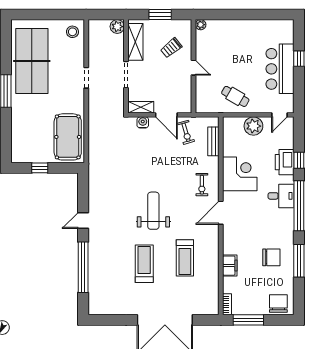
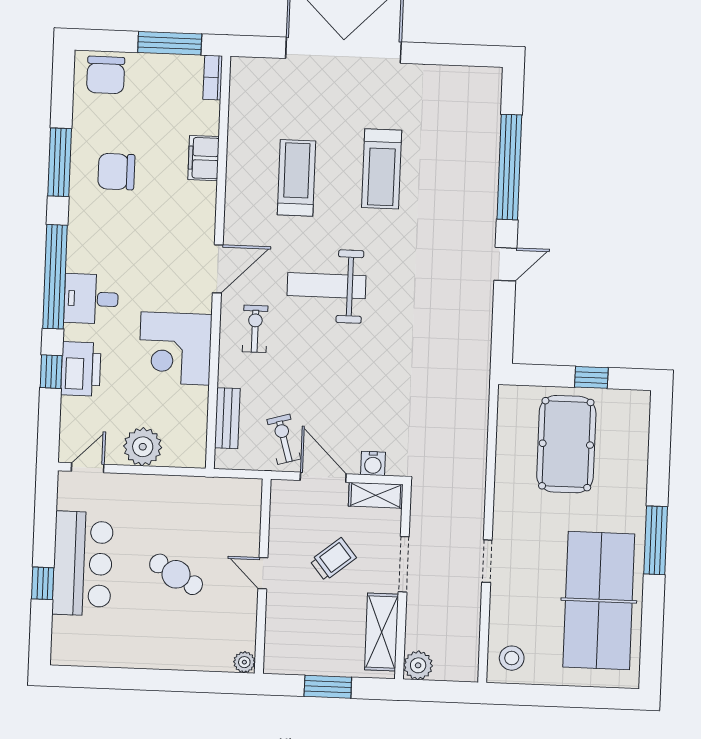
trolley: (171, 48) -> (333, 559), moved
cafe table: (235, 96) -> (176, 574), moved
pool table: (68, 137) -> (566, 444), moved
weight bench: (153, 211) -> (326, 286), moved, turned 90

